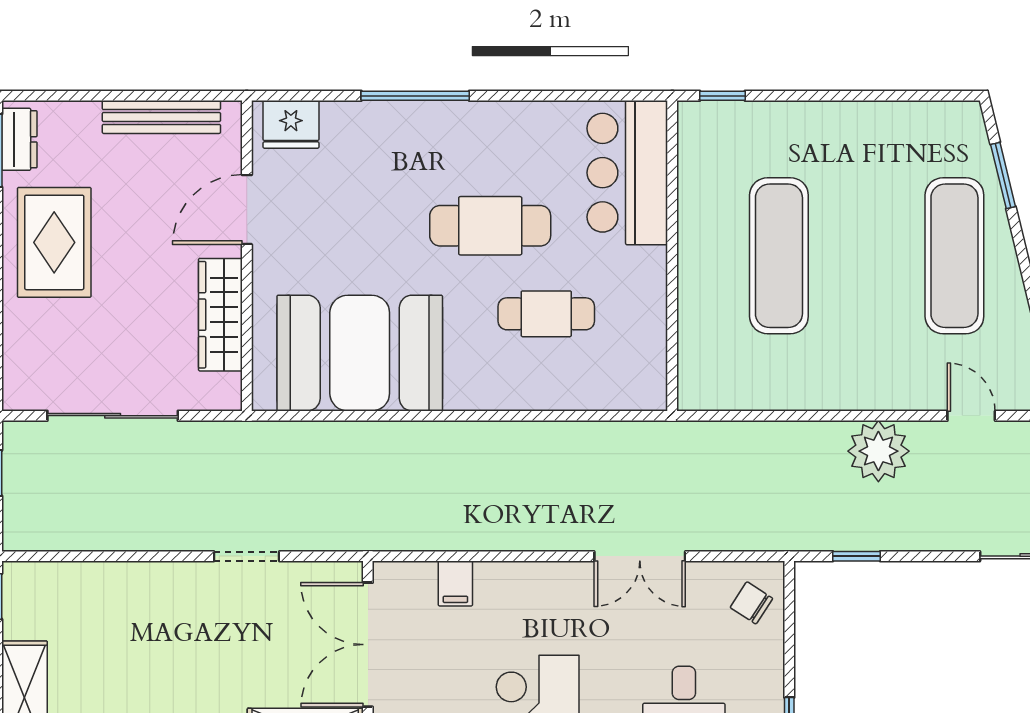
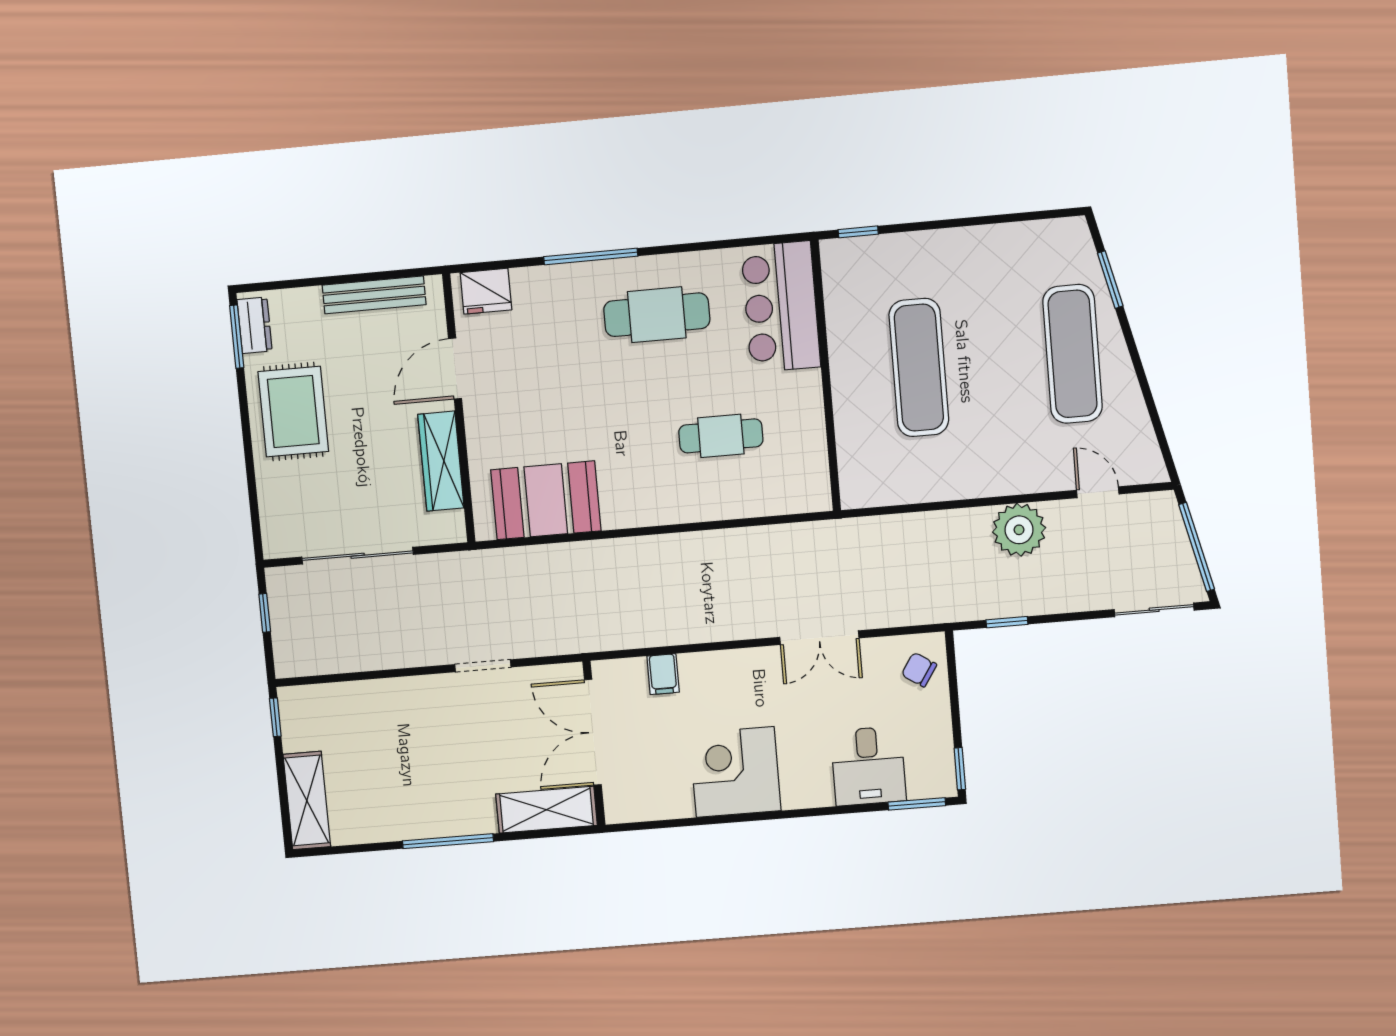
cafe table: (490, 226) -> (657, 315), moved
booth: (360, 353) -> (546, 500), width x0.73, depth x0.70

